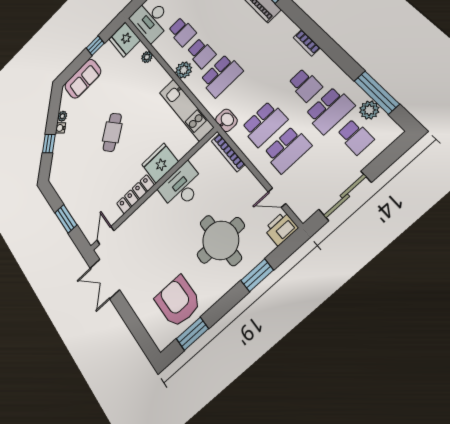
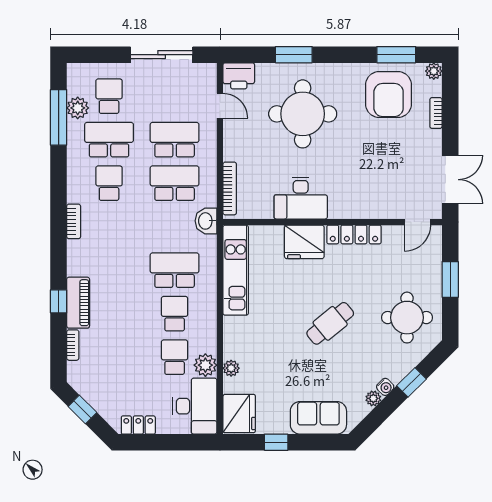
plant: (184, 70) -> (205, 365), moved
round table: (74, 175) -> (407, 318), added
bookcase: (141, 315) -> (436, 113), added
plant: (161, 343) -> (434, 71), added

